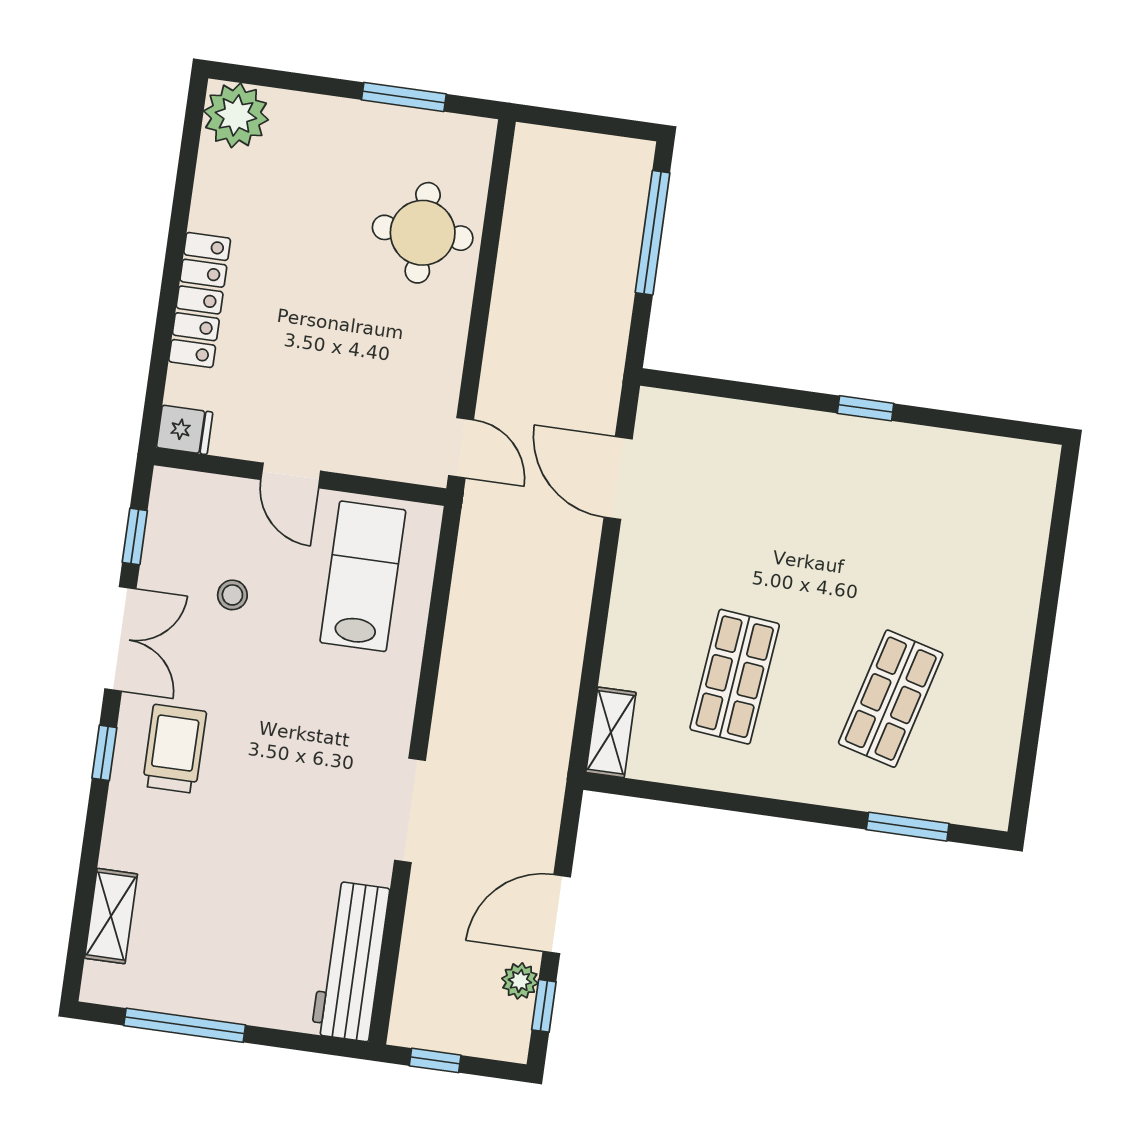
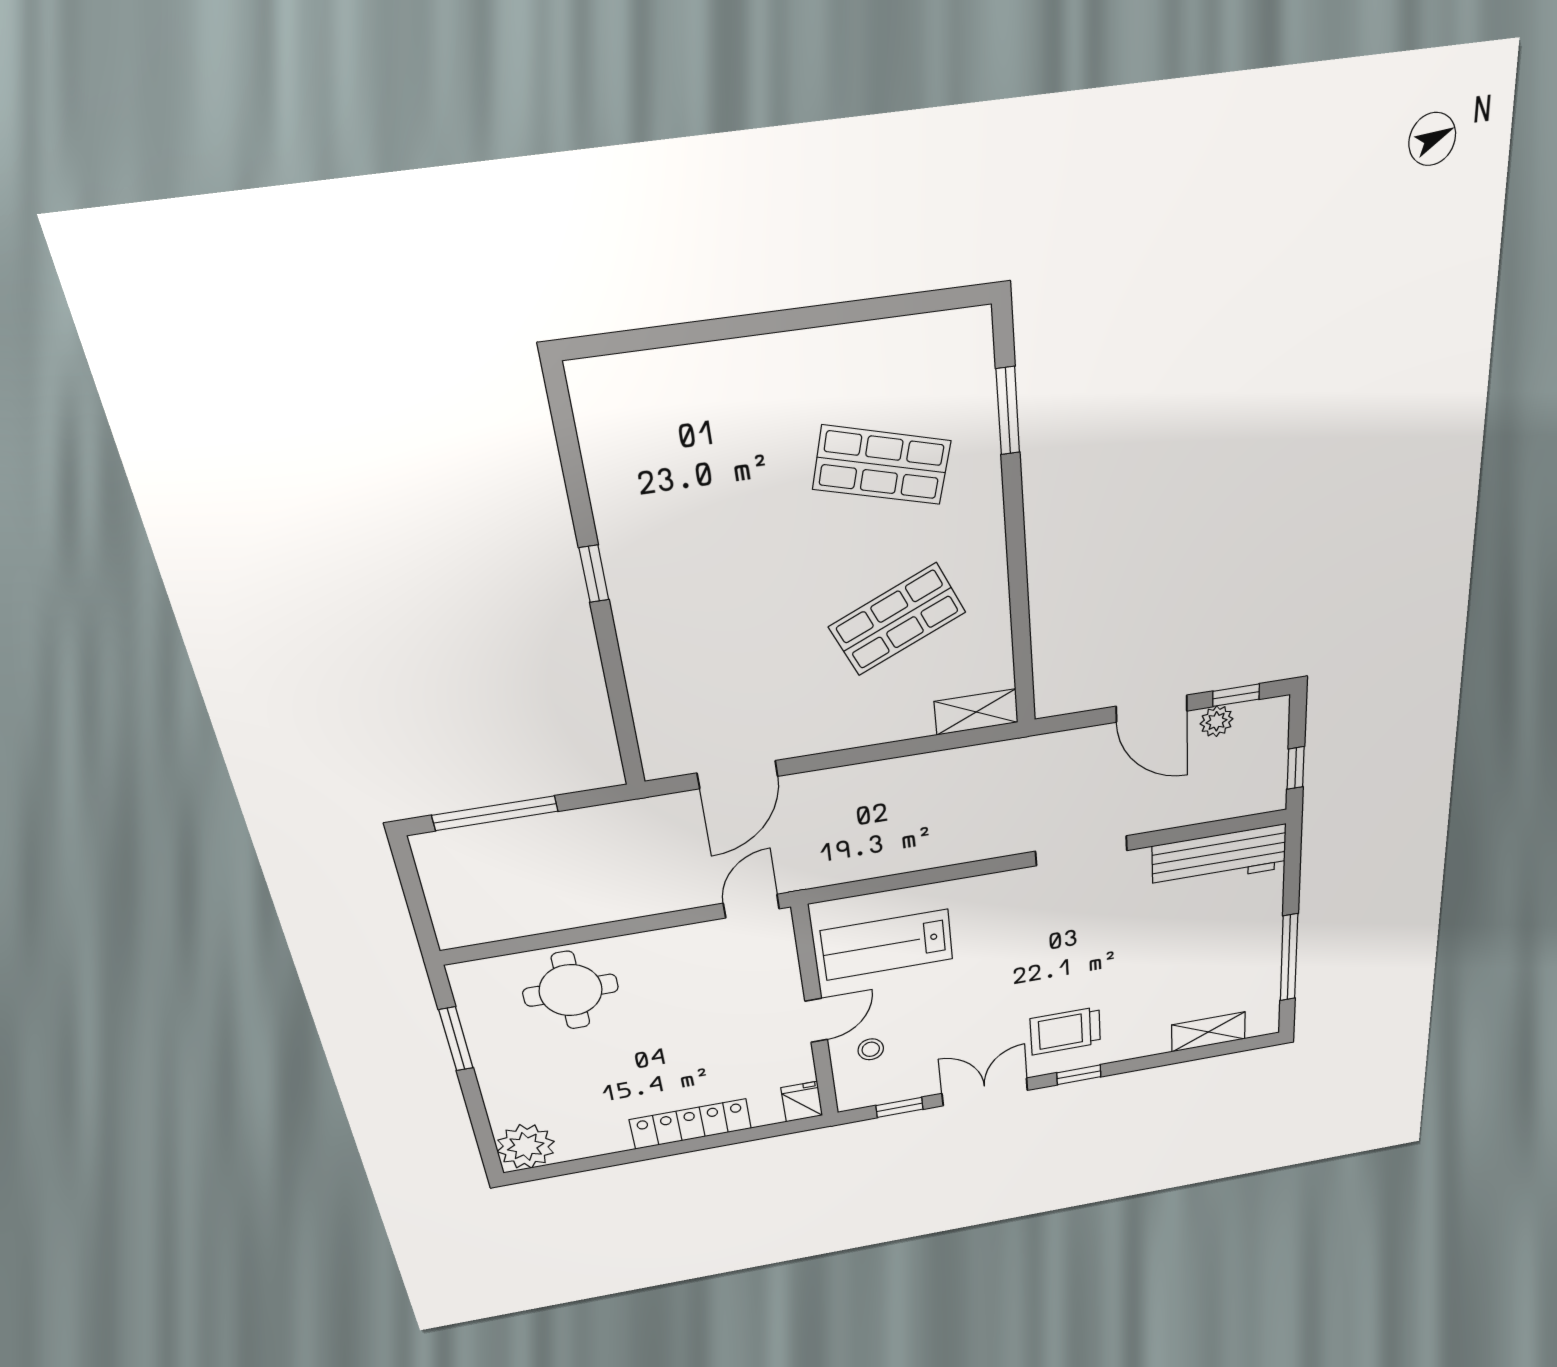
stool: (232, 595) -> (871, 1049), moved
shop shelf: (735, 677) -> (897, 619), turned -30

